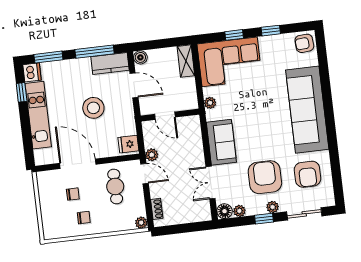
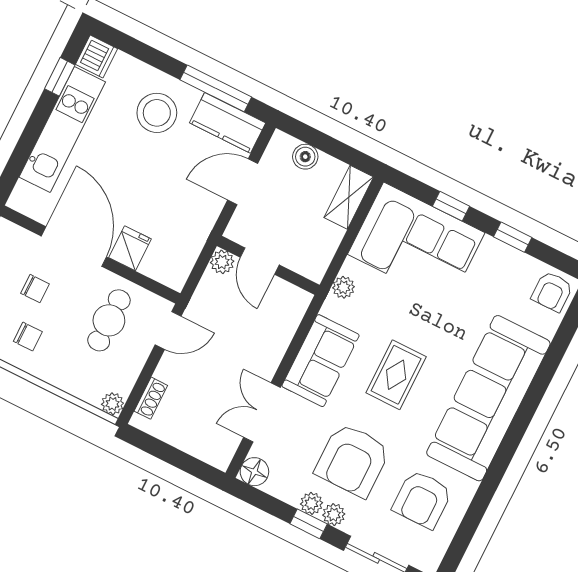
armchair: (304, 43) -> (552, 292), turned -86
window: (48, 57) -> (138, 49), removed
boiler: (140, 57) -> (305, 157), moved
door: (134, 85) -> (243, 182), swing flipped
stool: (93, 108) -> (157, 113), moved
rug: (259, 126) -> (396, 375), added
fridge: (128, 144) -> (130, 248), moved, turned 90
plant: (152, 155) -> (222, 262), moved
door: (144, 174) -> (168, 330), hinge flipped
armchair: (265, 177) -> (353, 460), turned 180
plant: (239, 211) -> (312, 503), moved

